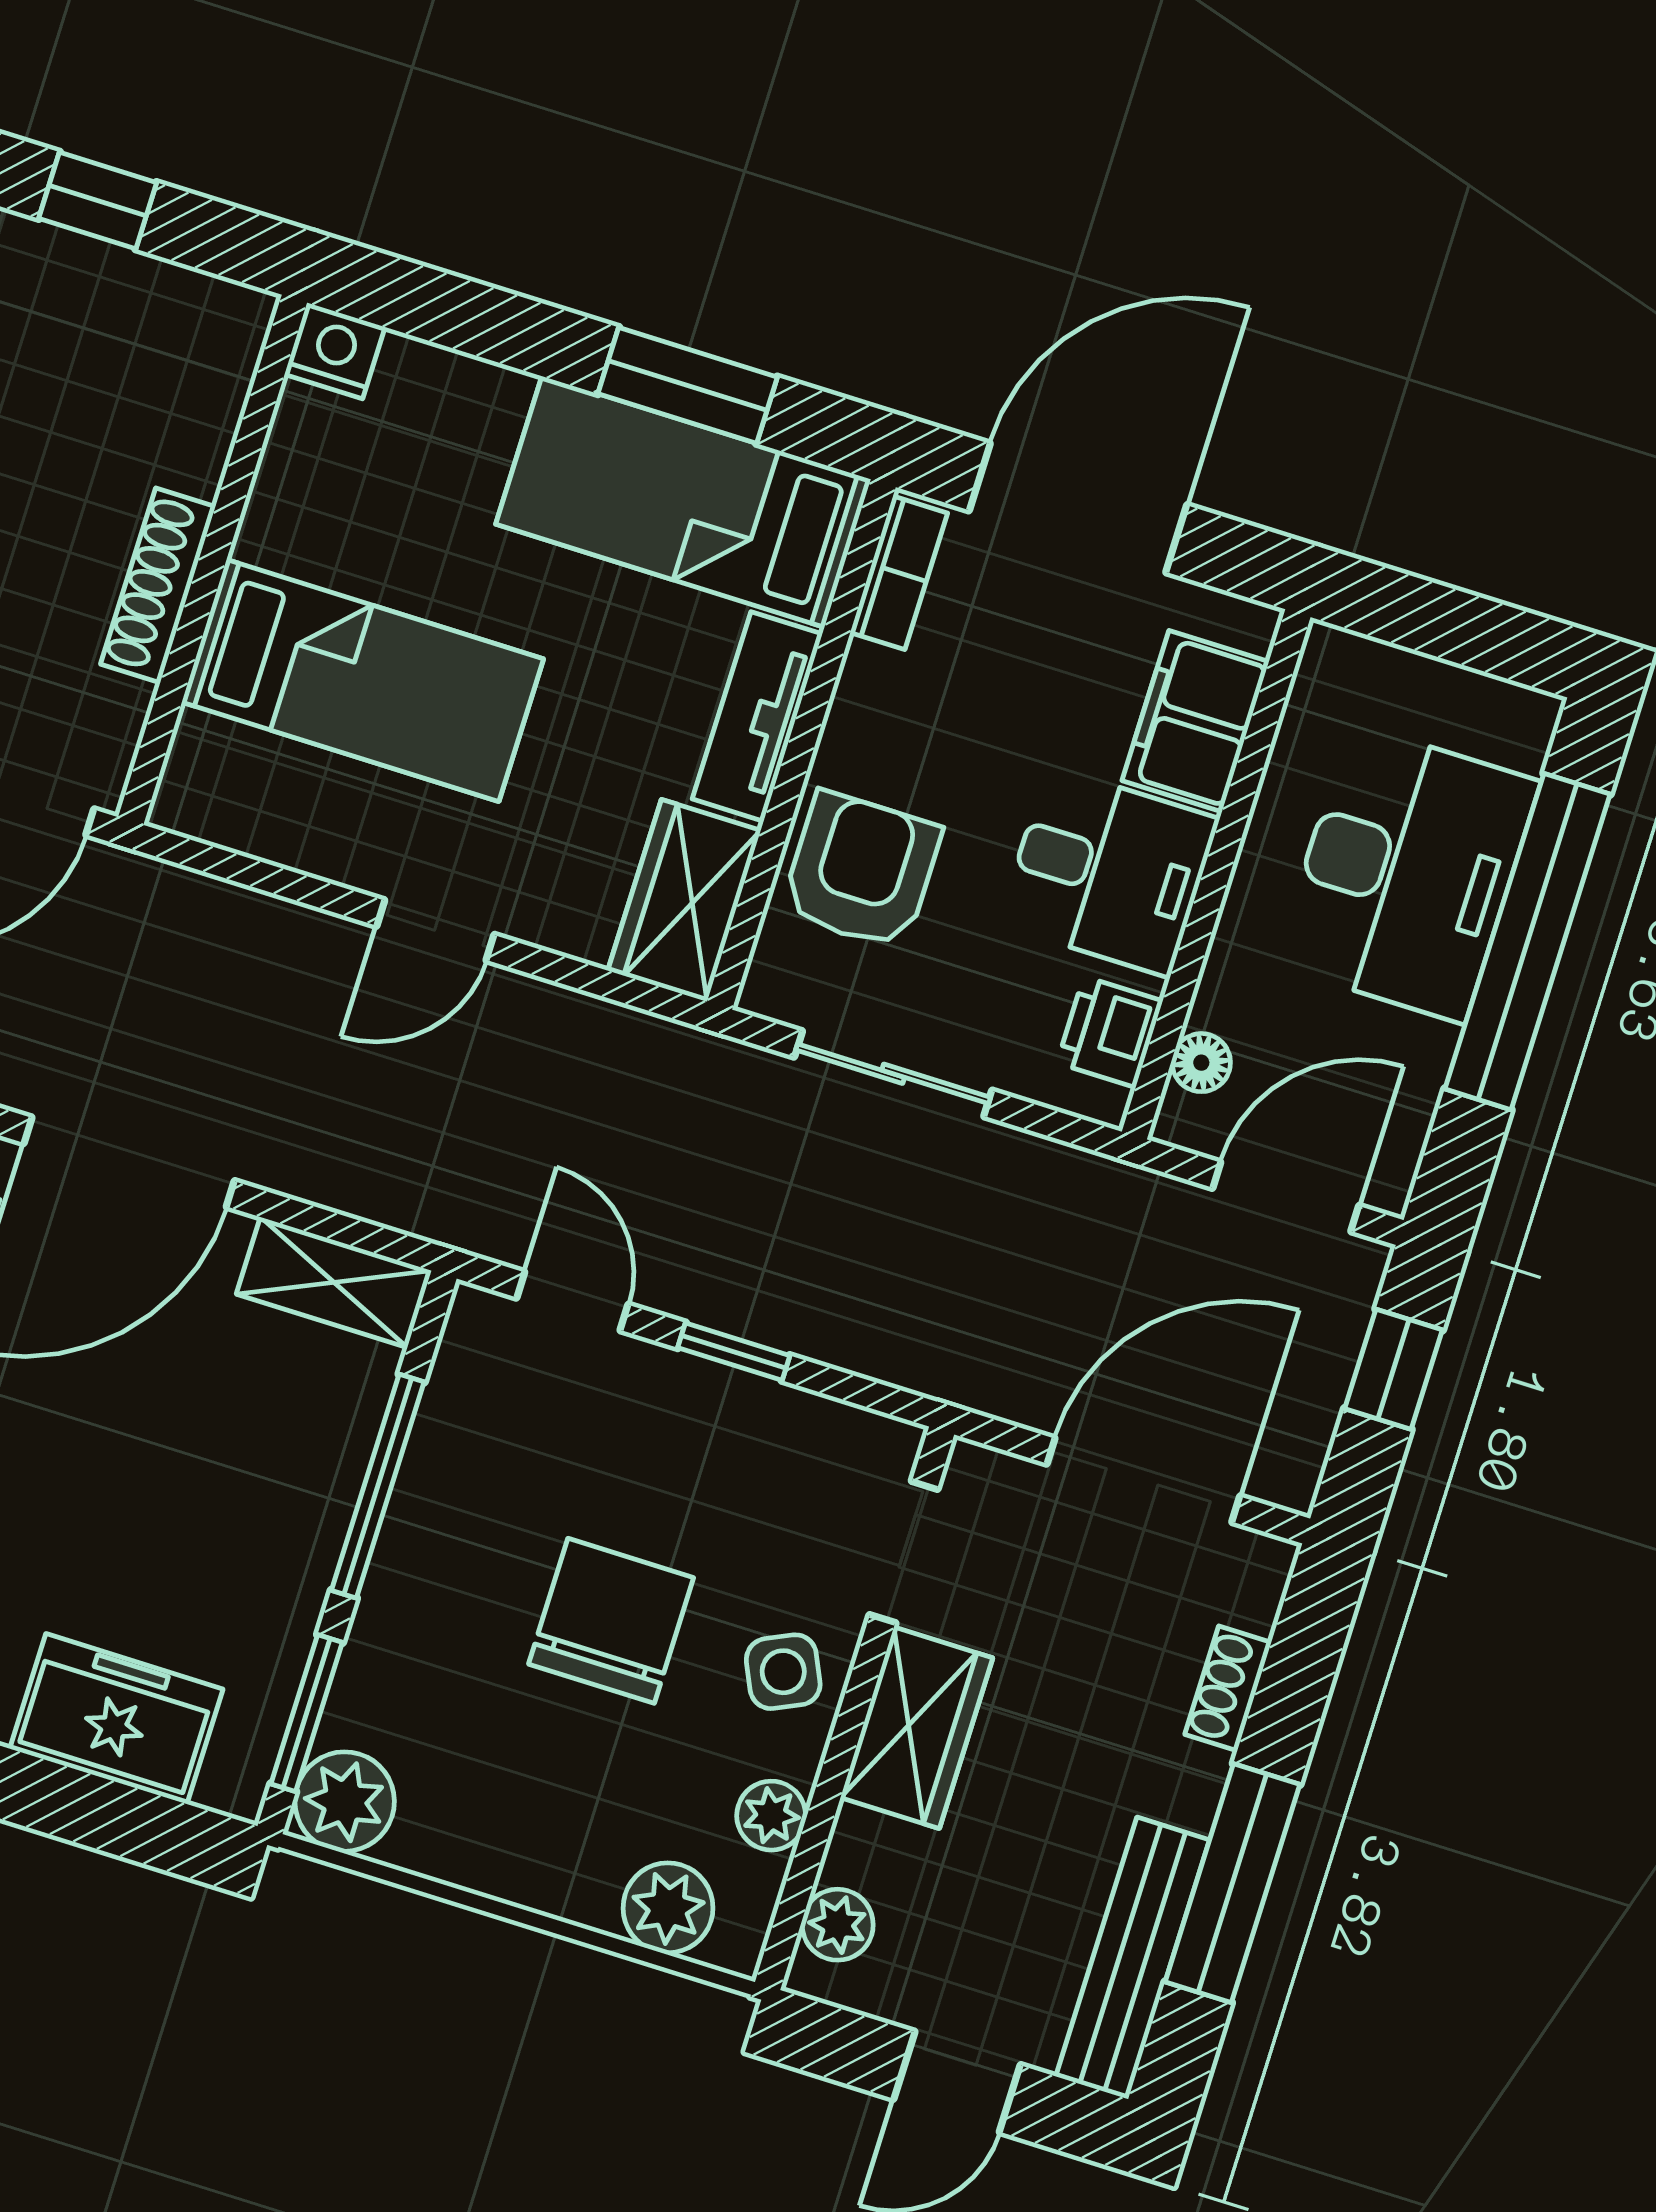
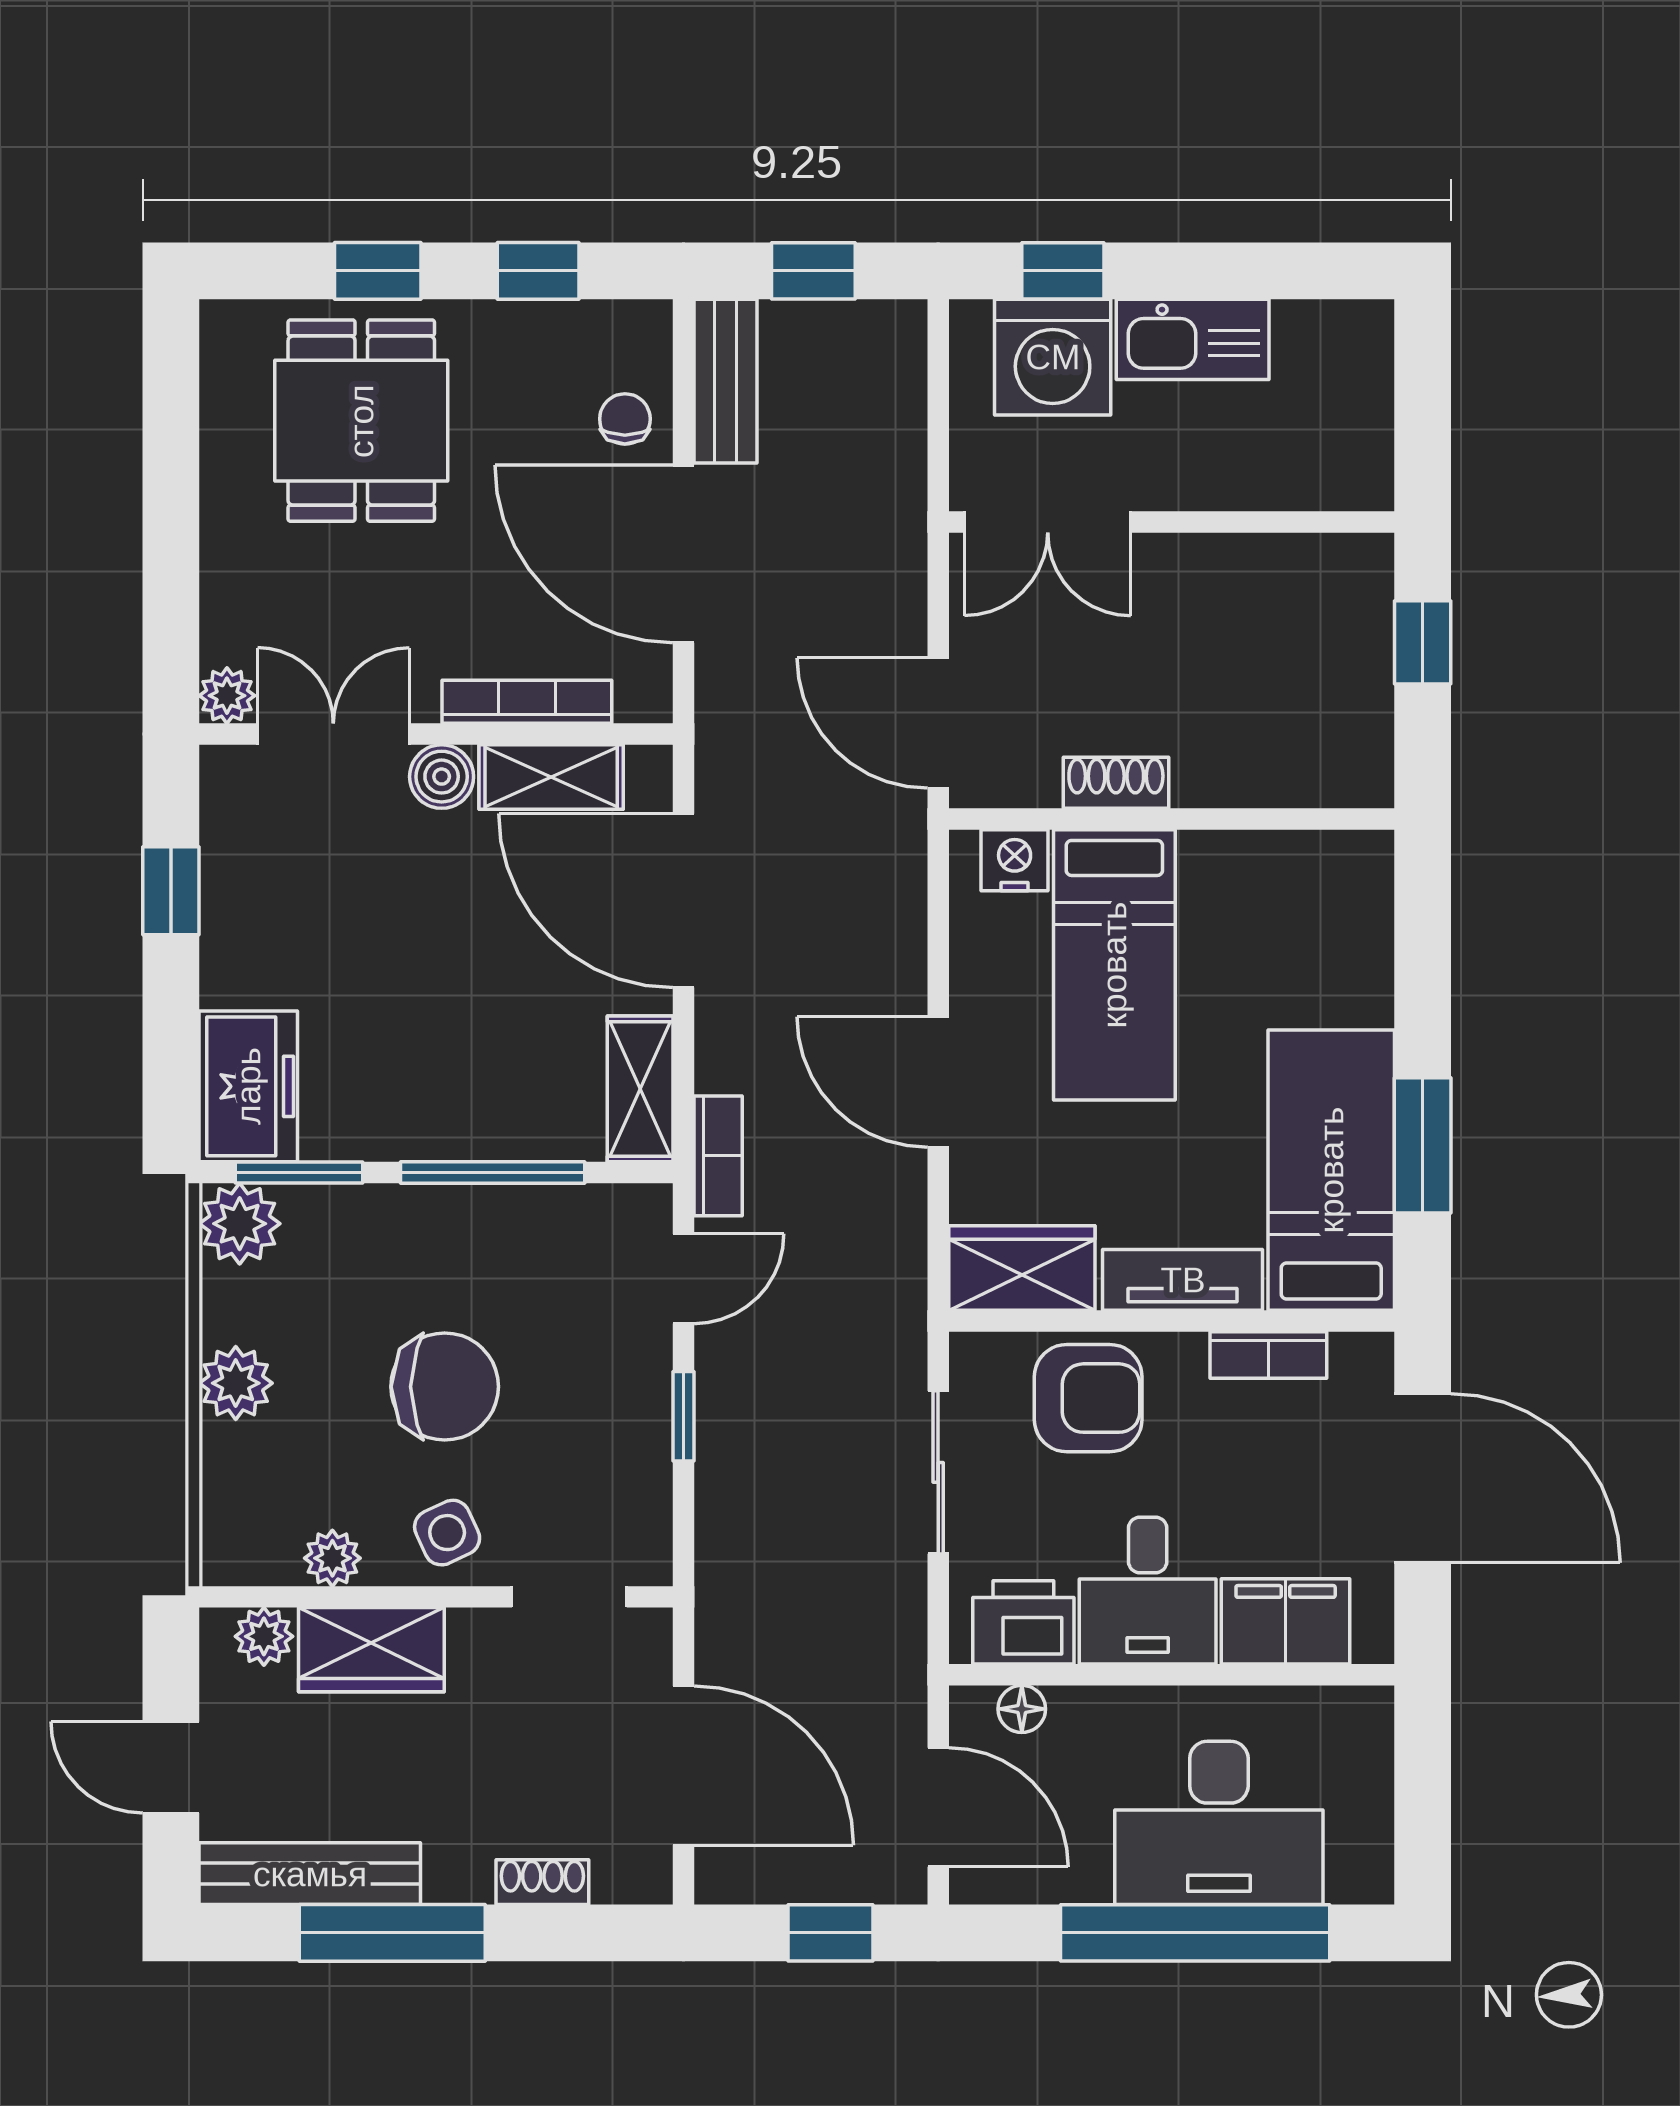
nightstand: (335, 351) -> (1015, 860), moved, turned -90
bookcase: (899, 573) -> (1268, 1355), moved
shoe rack: (158, 585) -> (1116, 783), width x0.70
door: (435, 930) -> (938, 1082), width x1.38
printer: (1110, 1032) -> (1023, 1622), width x1.36, depth x1.24
bookcase: (441, 1215) -> (718, 1156), added
freezer: (116, 1719) -> (248, 1086), moved
wardrobe: (917, 1728) -> (371, 1650), moved
plant: (668, 1908) -> (236, 1383), moved

